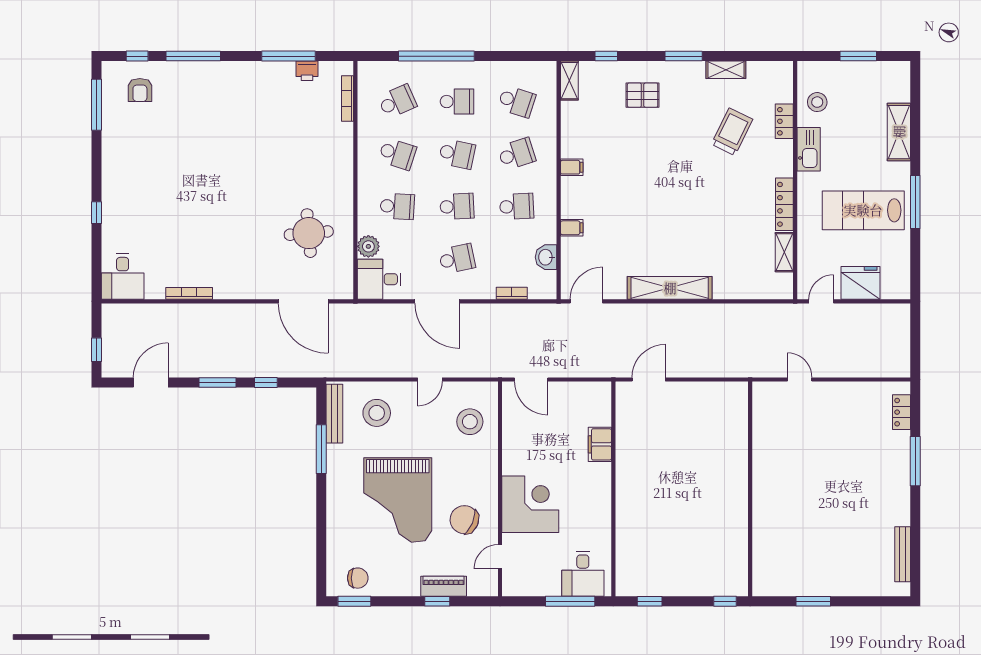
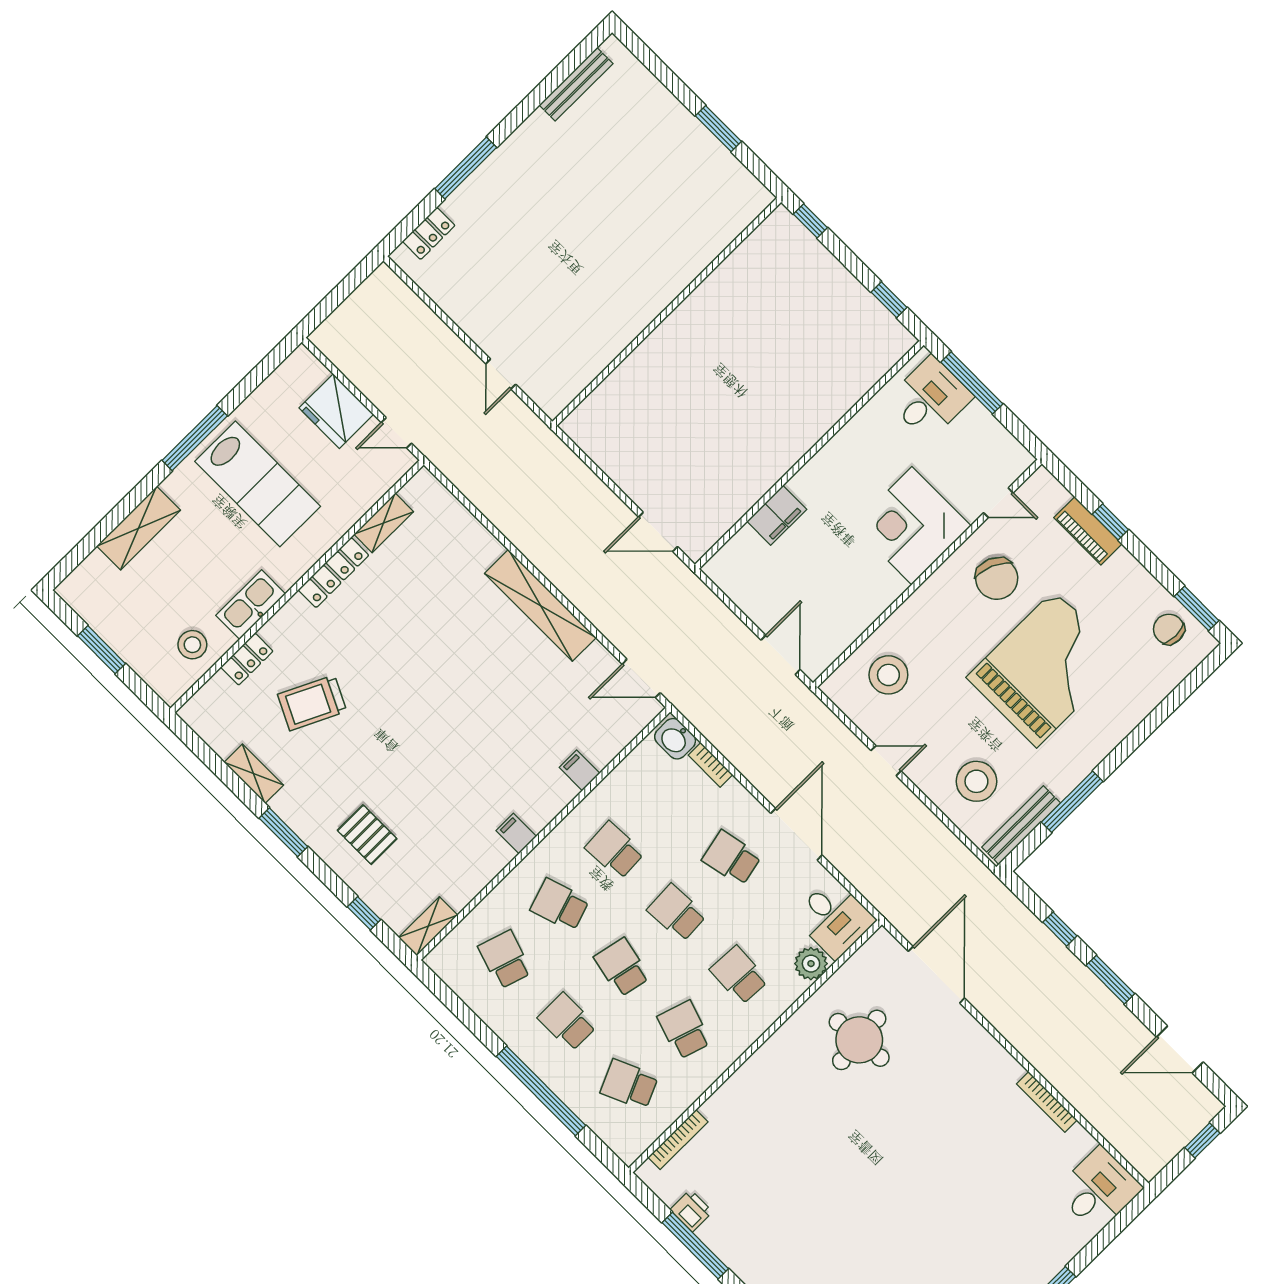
washbasin: (546, 257) -> (675, 739), moved, turned 90

